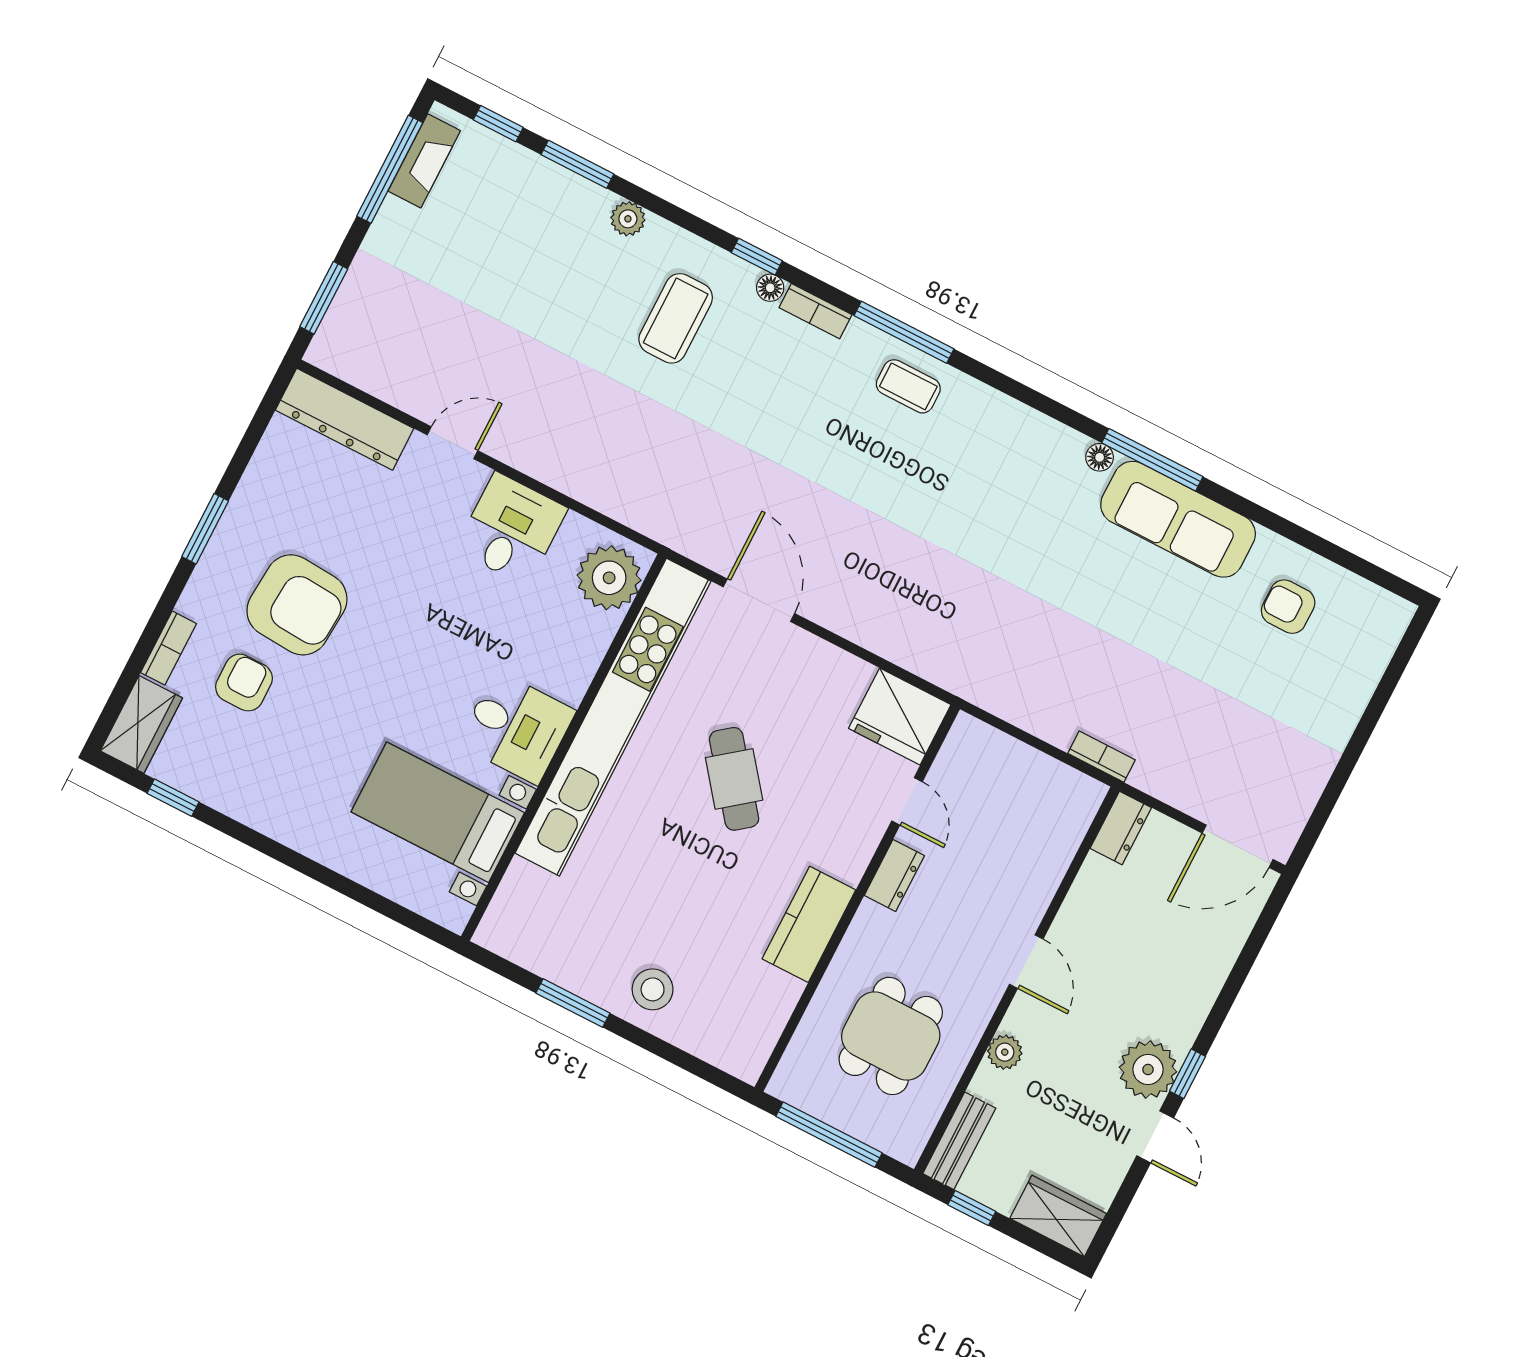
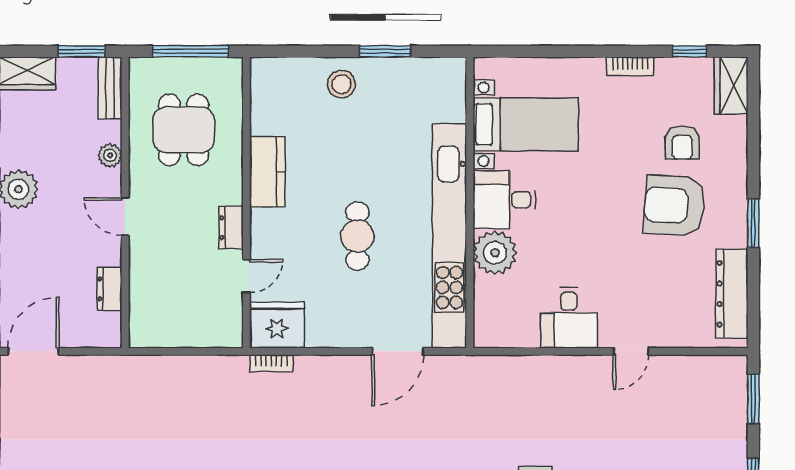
dresser: (345, 419) -> (732, 294), moved, turned -90
plant: (609, 578) -> (495, 253), moved
door: (759, 600) -> (398, 351), hinge flipped
bookcase: (169, 648) -> (630, 66), moved, turned -90
bookcase: (1101, 757) -> (271, 363), moved
cafe table: (734, 779) -> (357, 236), turned 38
door: (907, 801) -> (246, 276), swing flipped
dresser: (1121, 828) -> (110, 289), moved
window: (972, 1208) -> (82, 51), width x1.50

